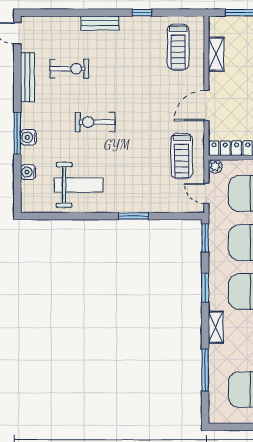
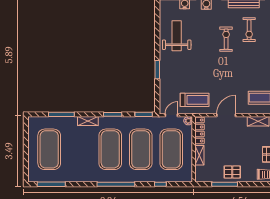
door: (206, 105) -> (226, 115), hinge flipped
exercise bike: (95, 122) -> (226, 39), moved
treadmill: (182, 156) -> (195, 100), turned 180
weight bench: (79, 185) -> (177, 36), turned 180

